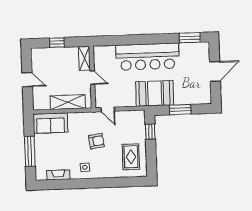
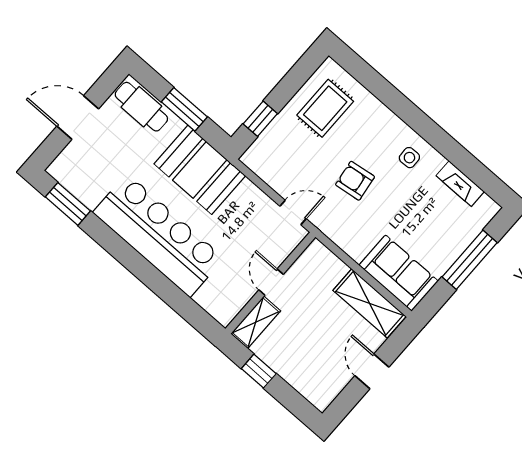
window: (57, 43) -> (259, 371), moved
cafe table: (196, 96) -> (141, 107), added
shelving: (68, 102) -> (369, 303), moved
door: (108, 109) -> (293, 212), hinge flipped

